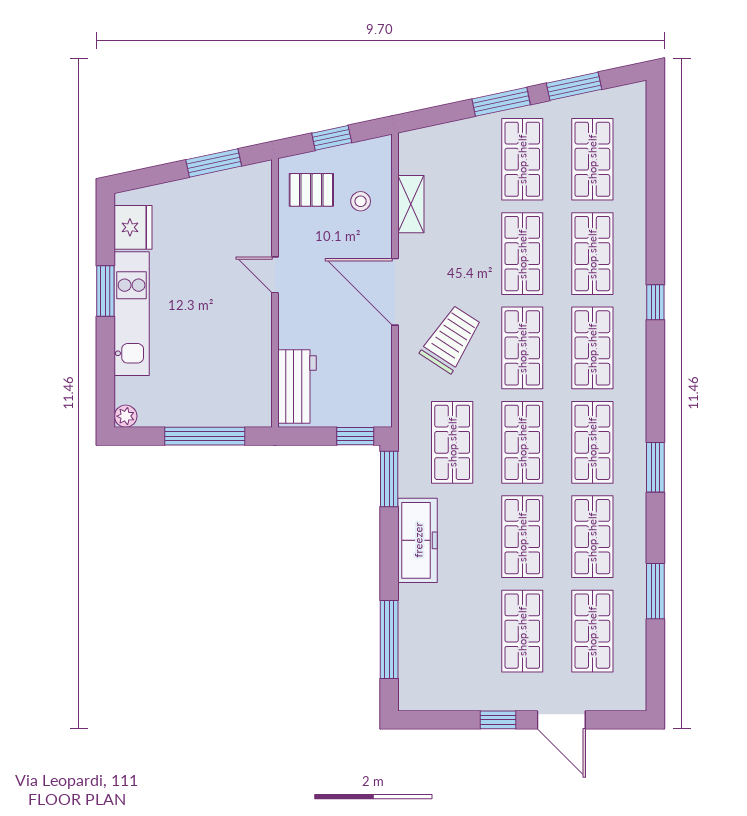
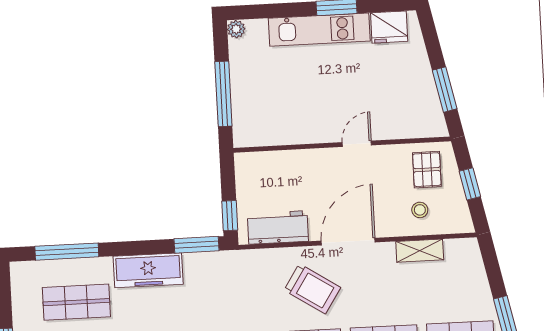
workbench: (297, 387) -> (278, 227), moved, turned 180
shop shelf: (452, 442) -> (76, 302), moved

